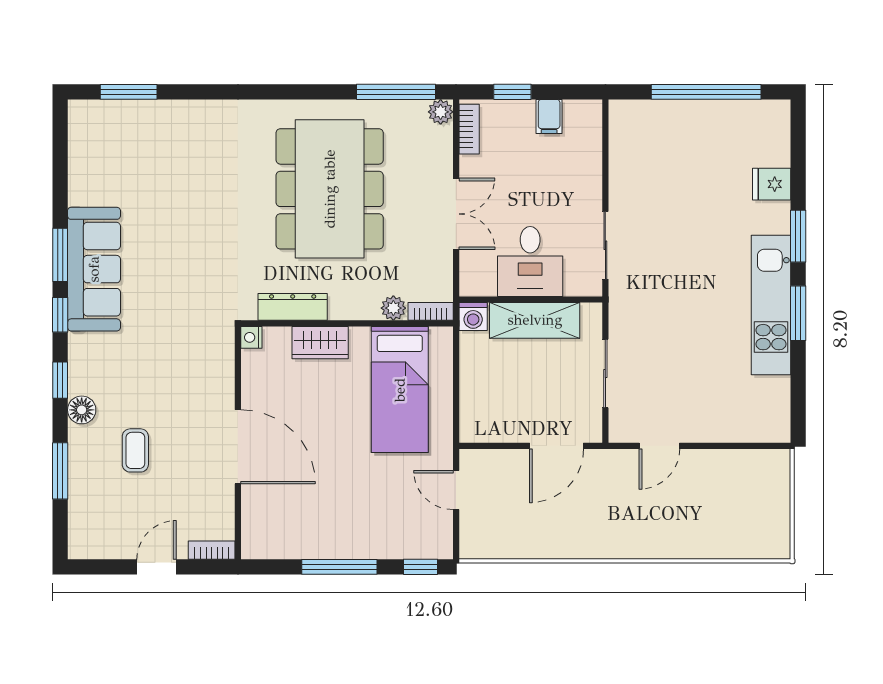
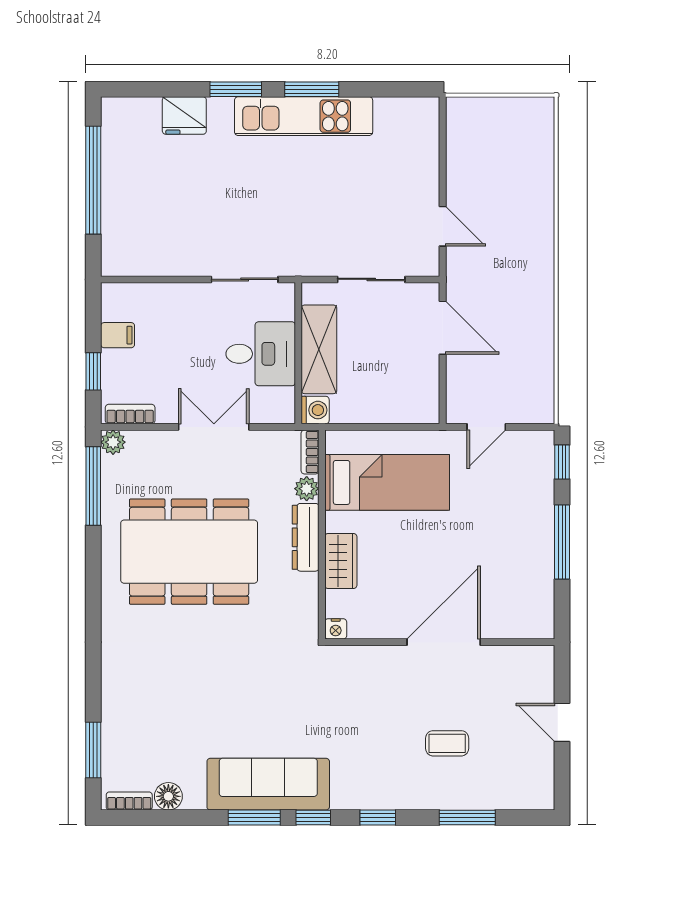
fridge: (772, 184) -> (184, 116), width x1.38
dresser: (293, 307) -> (306, 537), moved
floor lamp: (82, 410) -> (168, 796), moved
bookcase: (212, 550) -> (129, 801), moved, turned 90

